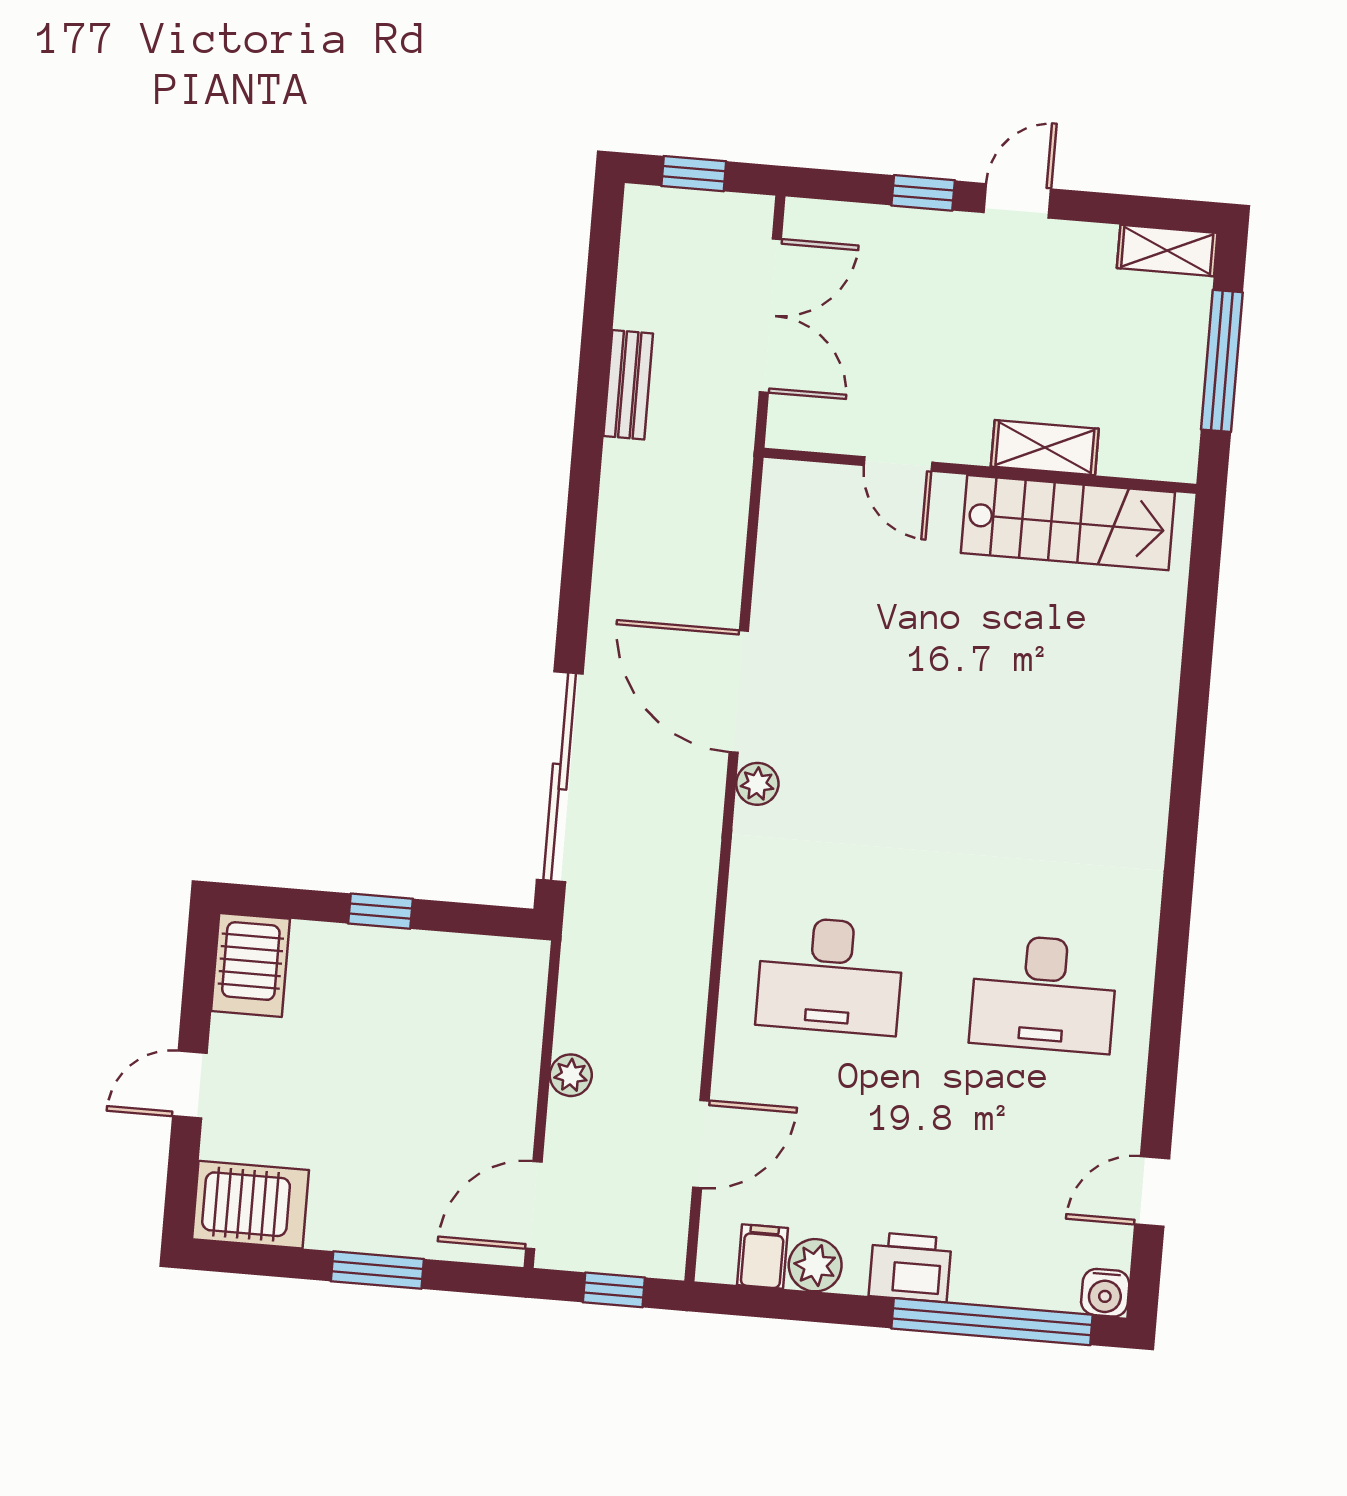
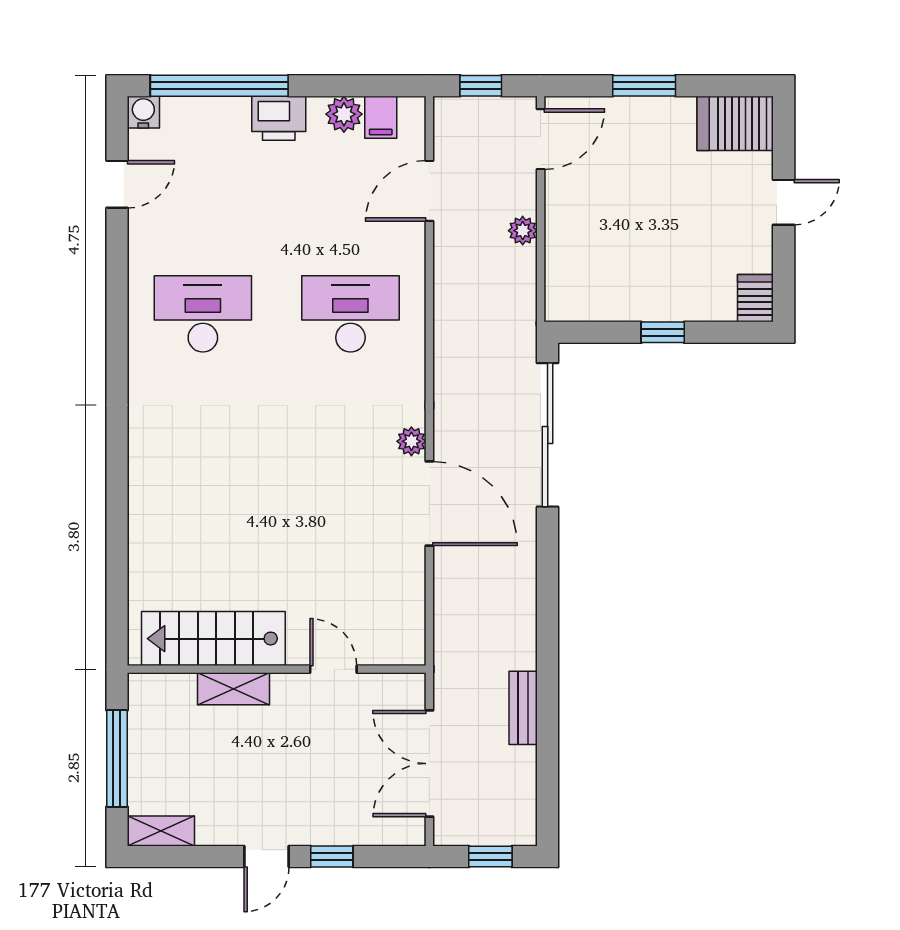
server rack: (251, 965) -> (755, 298), width x0.73, depth x0.70

